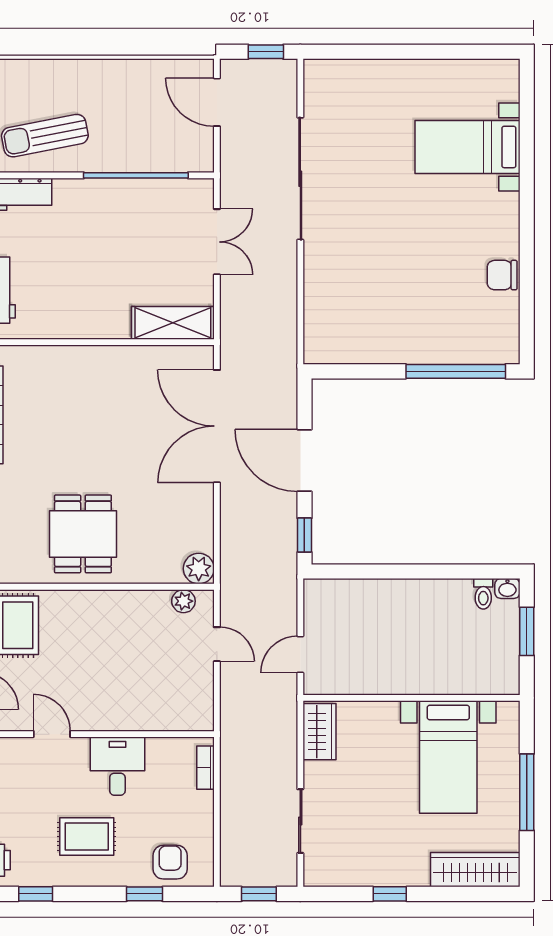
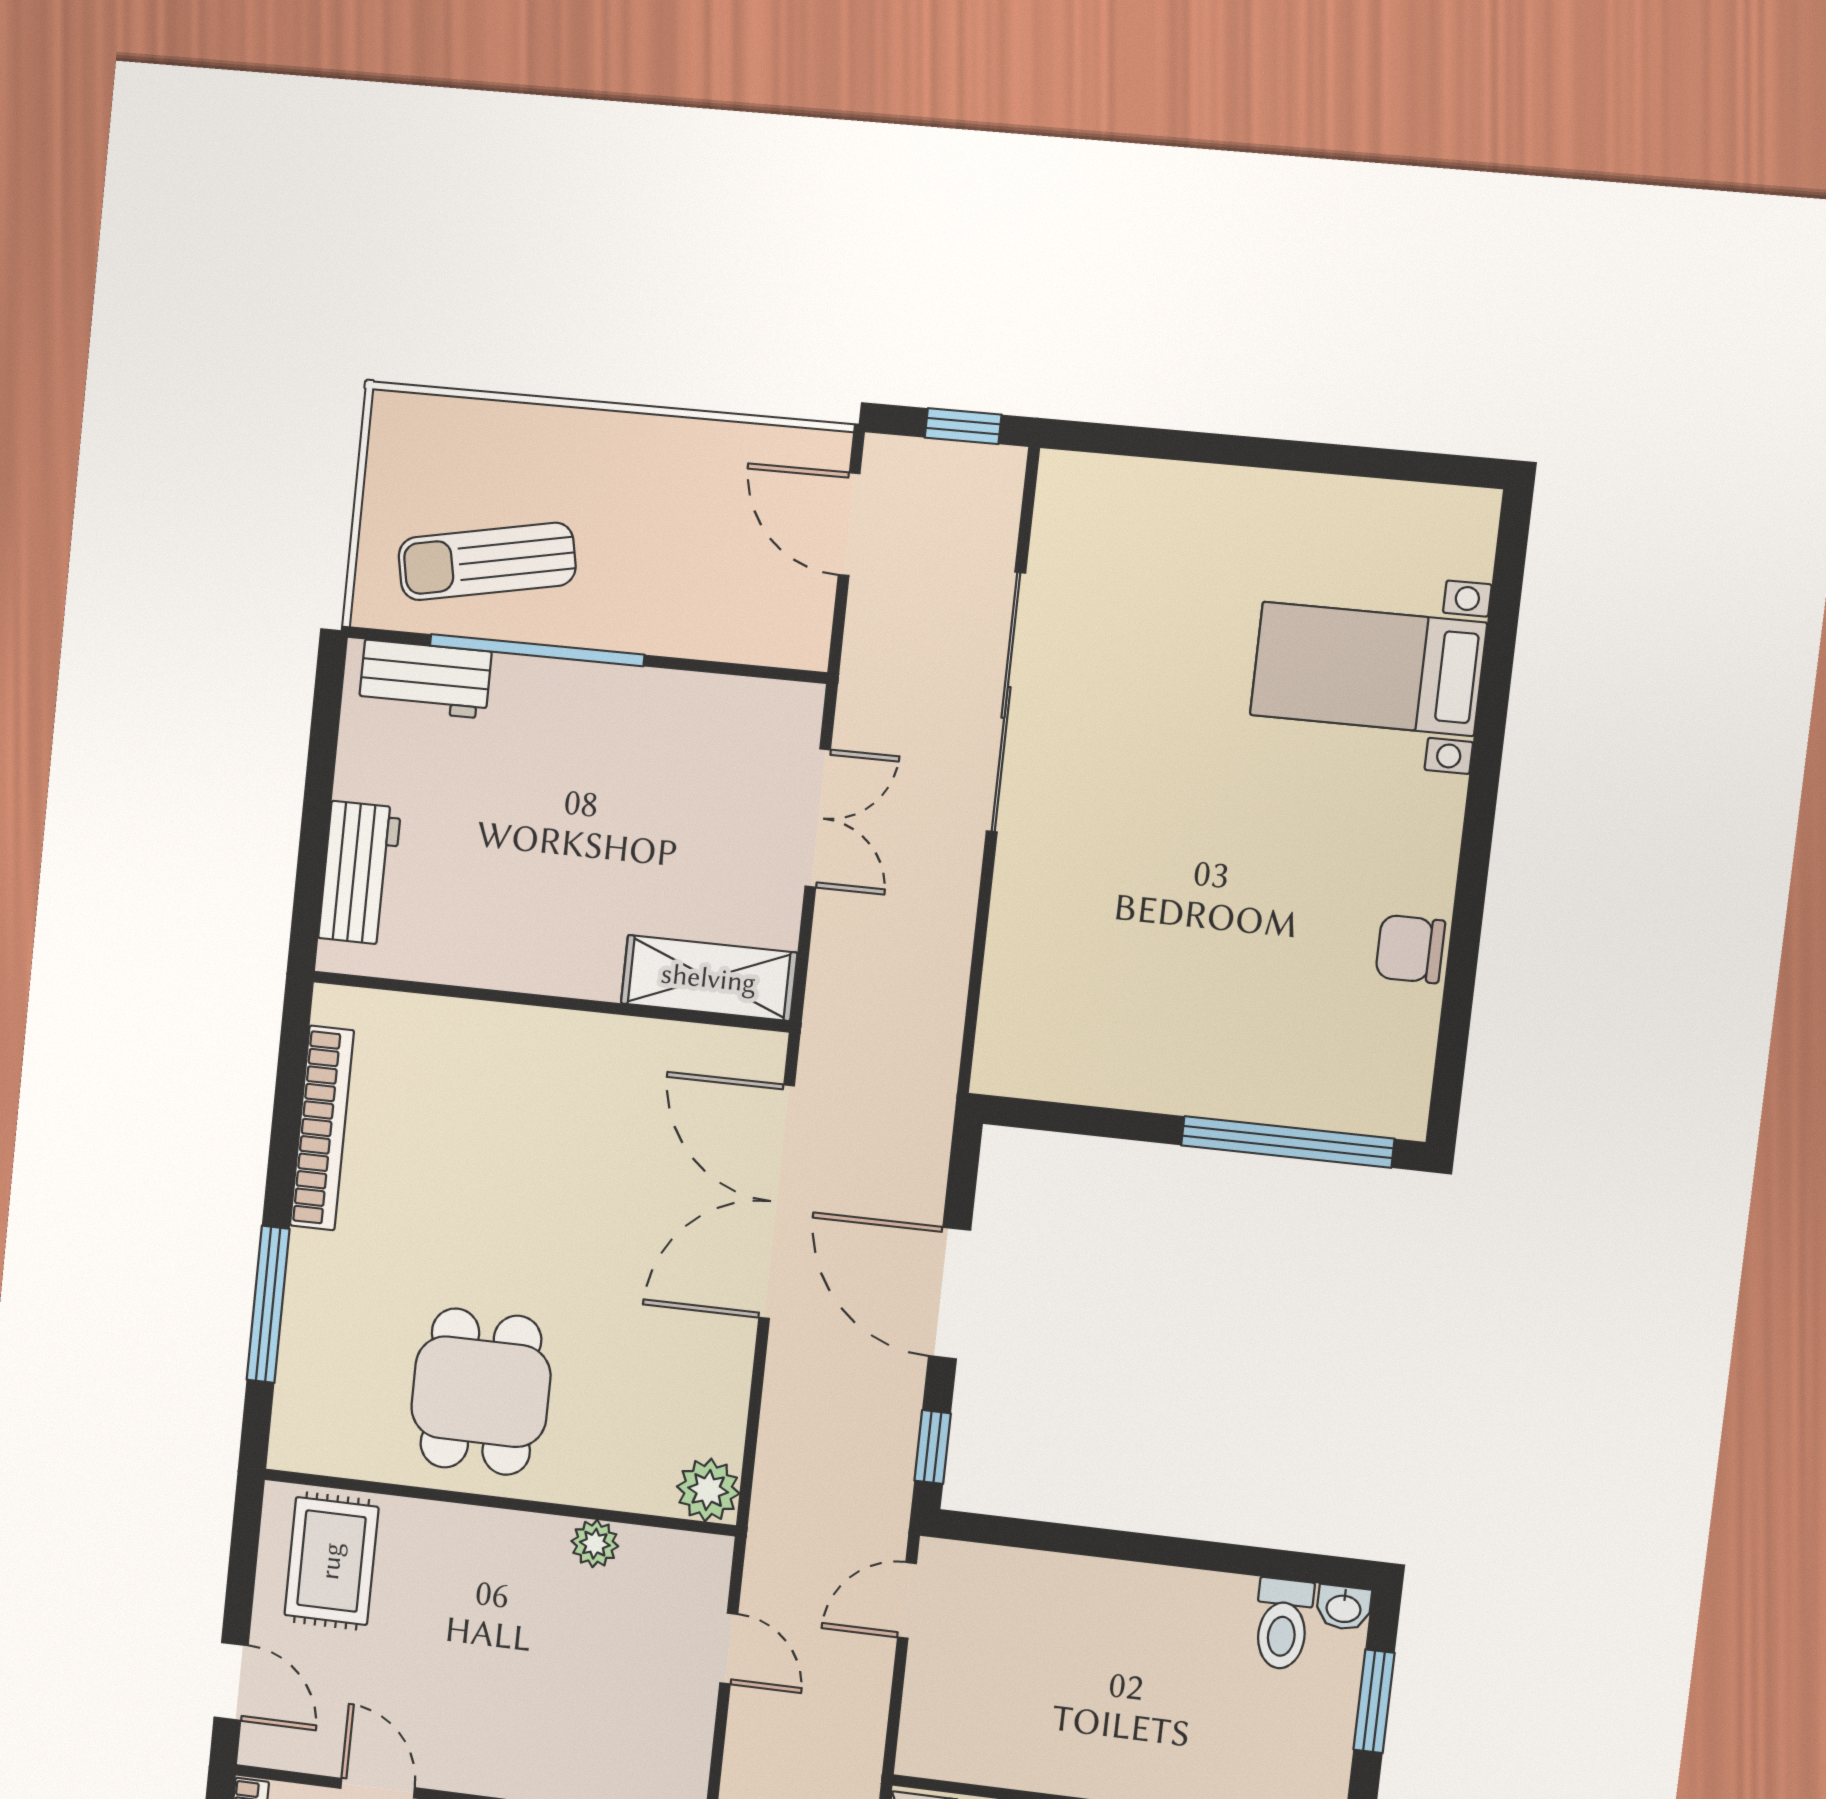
window: (136, 175) -> (537, 650), moved
toilet: (483, 594) -> (1283, 1624), width x1.37, depth x1.39
plant: (183, 601) -> (595, 1544), moved
door: (300, 654) -> (907, 1600), moved

